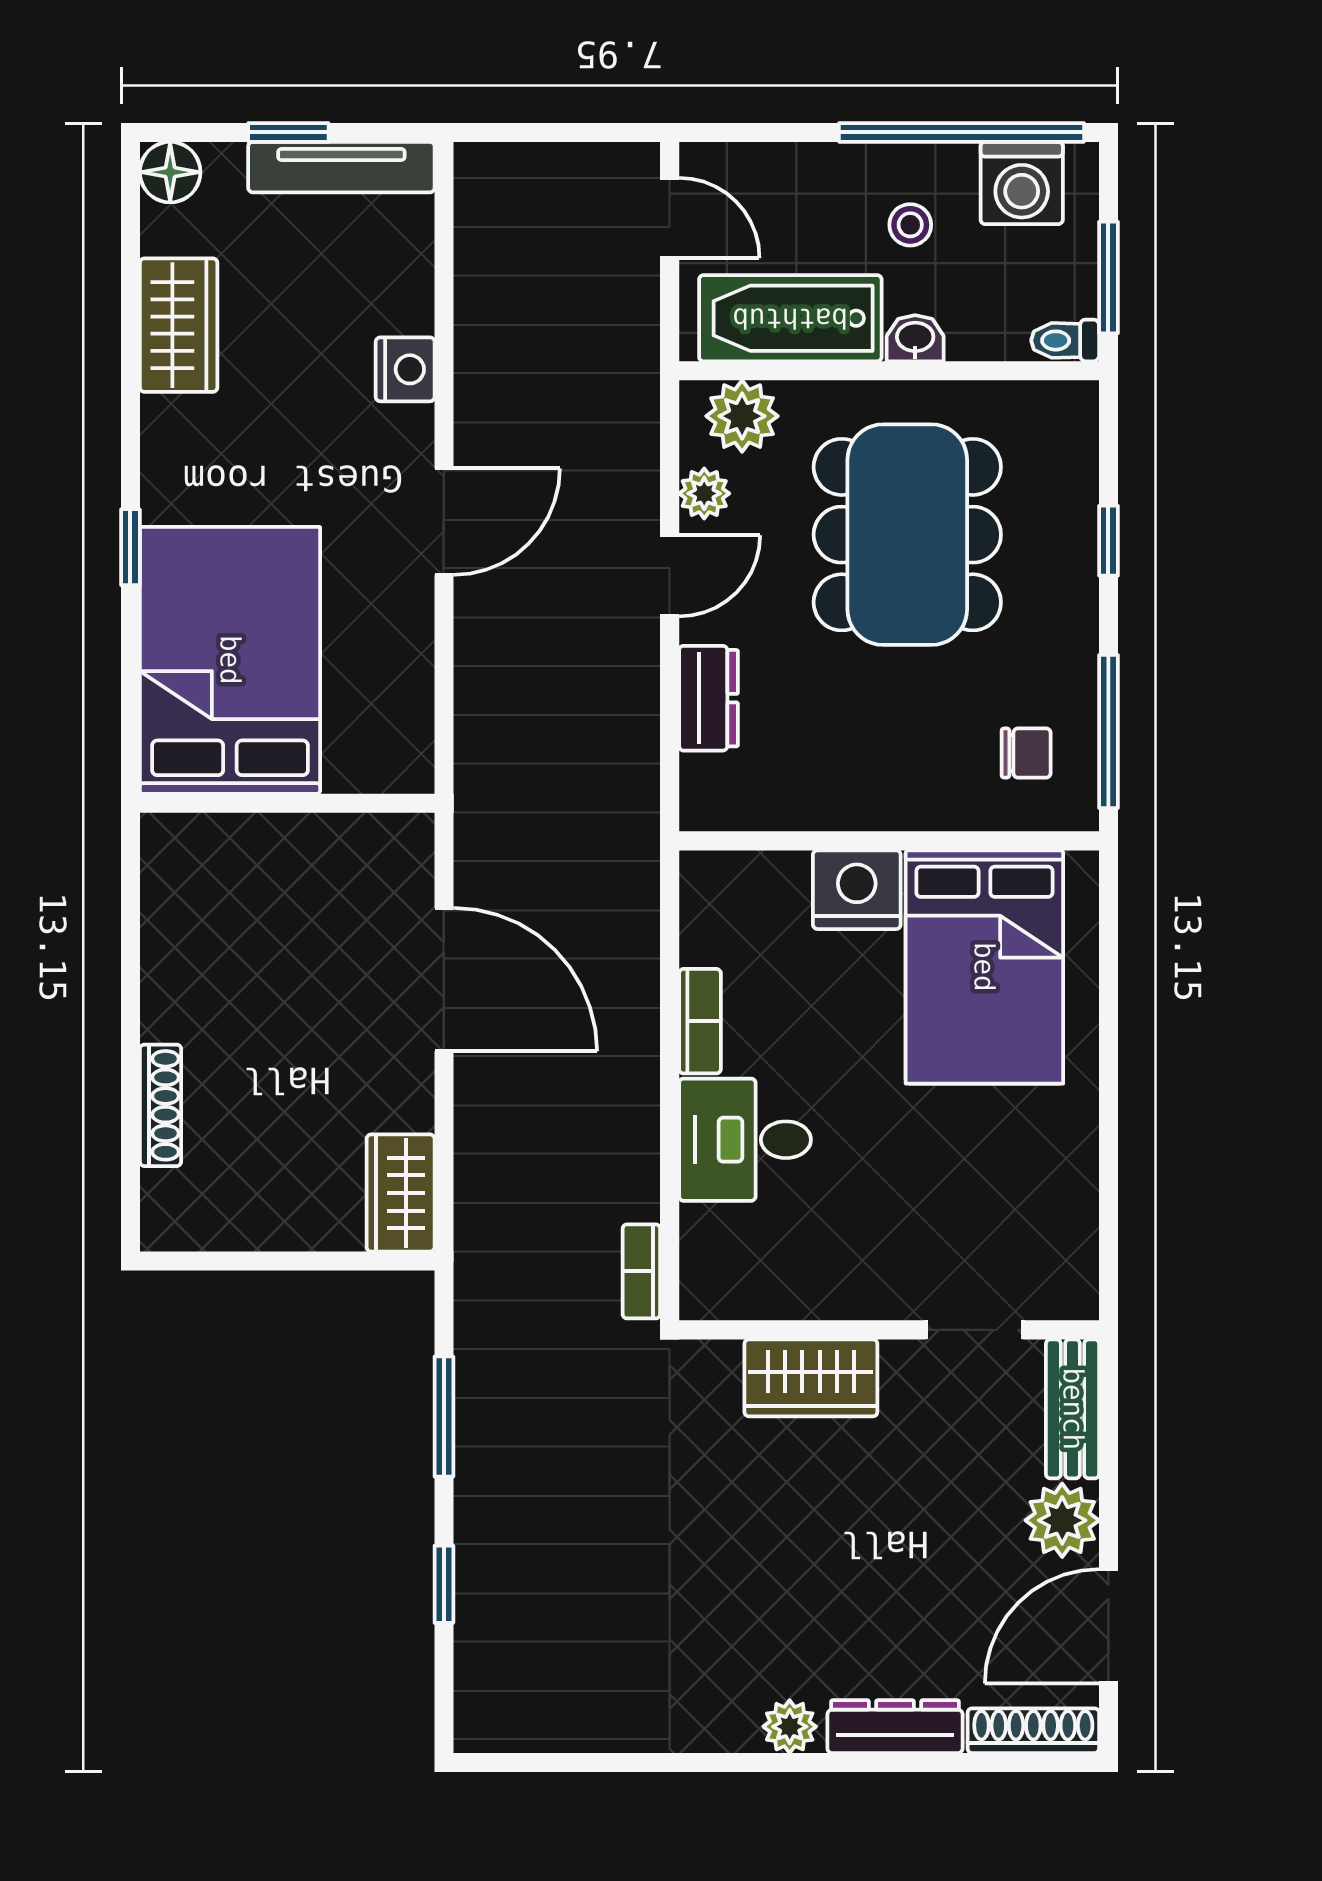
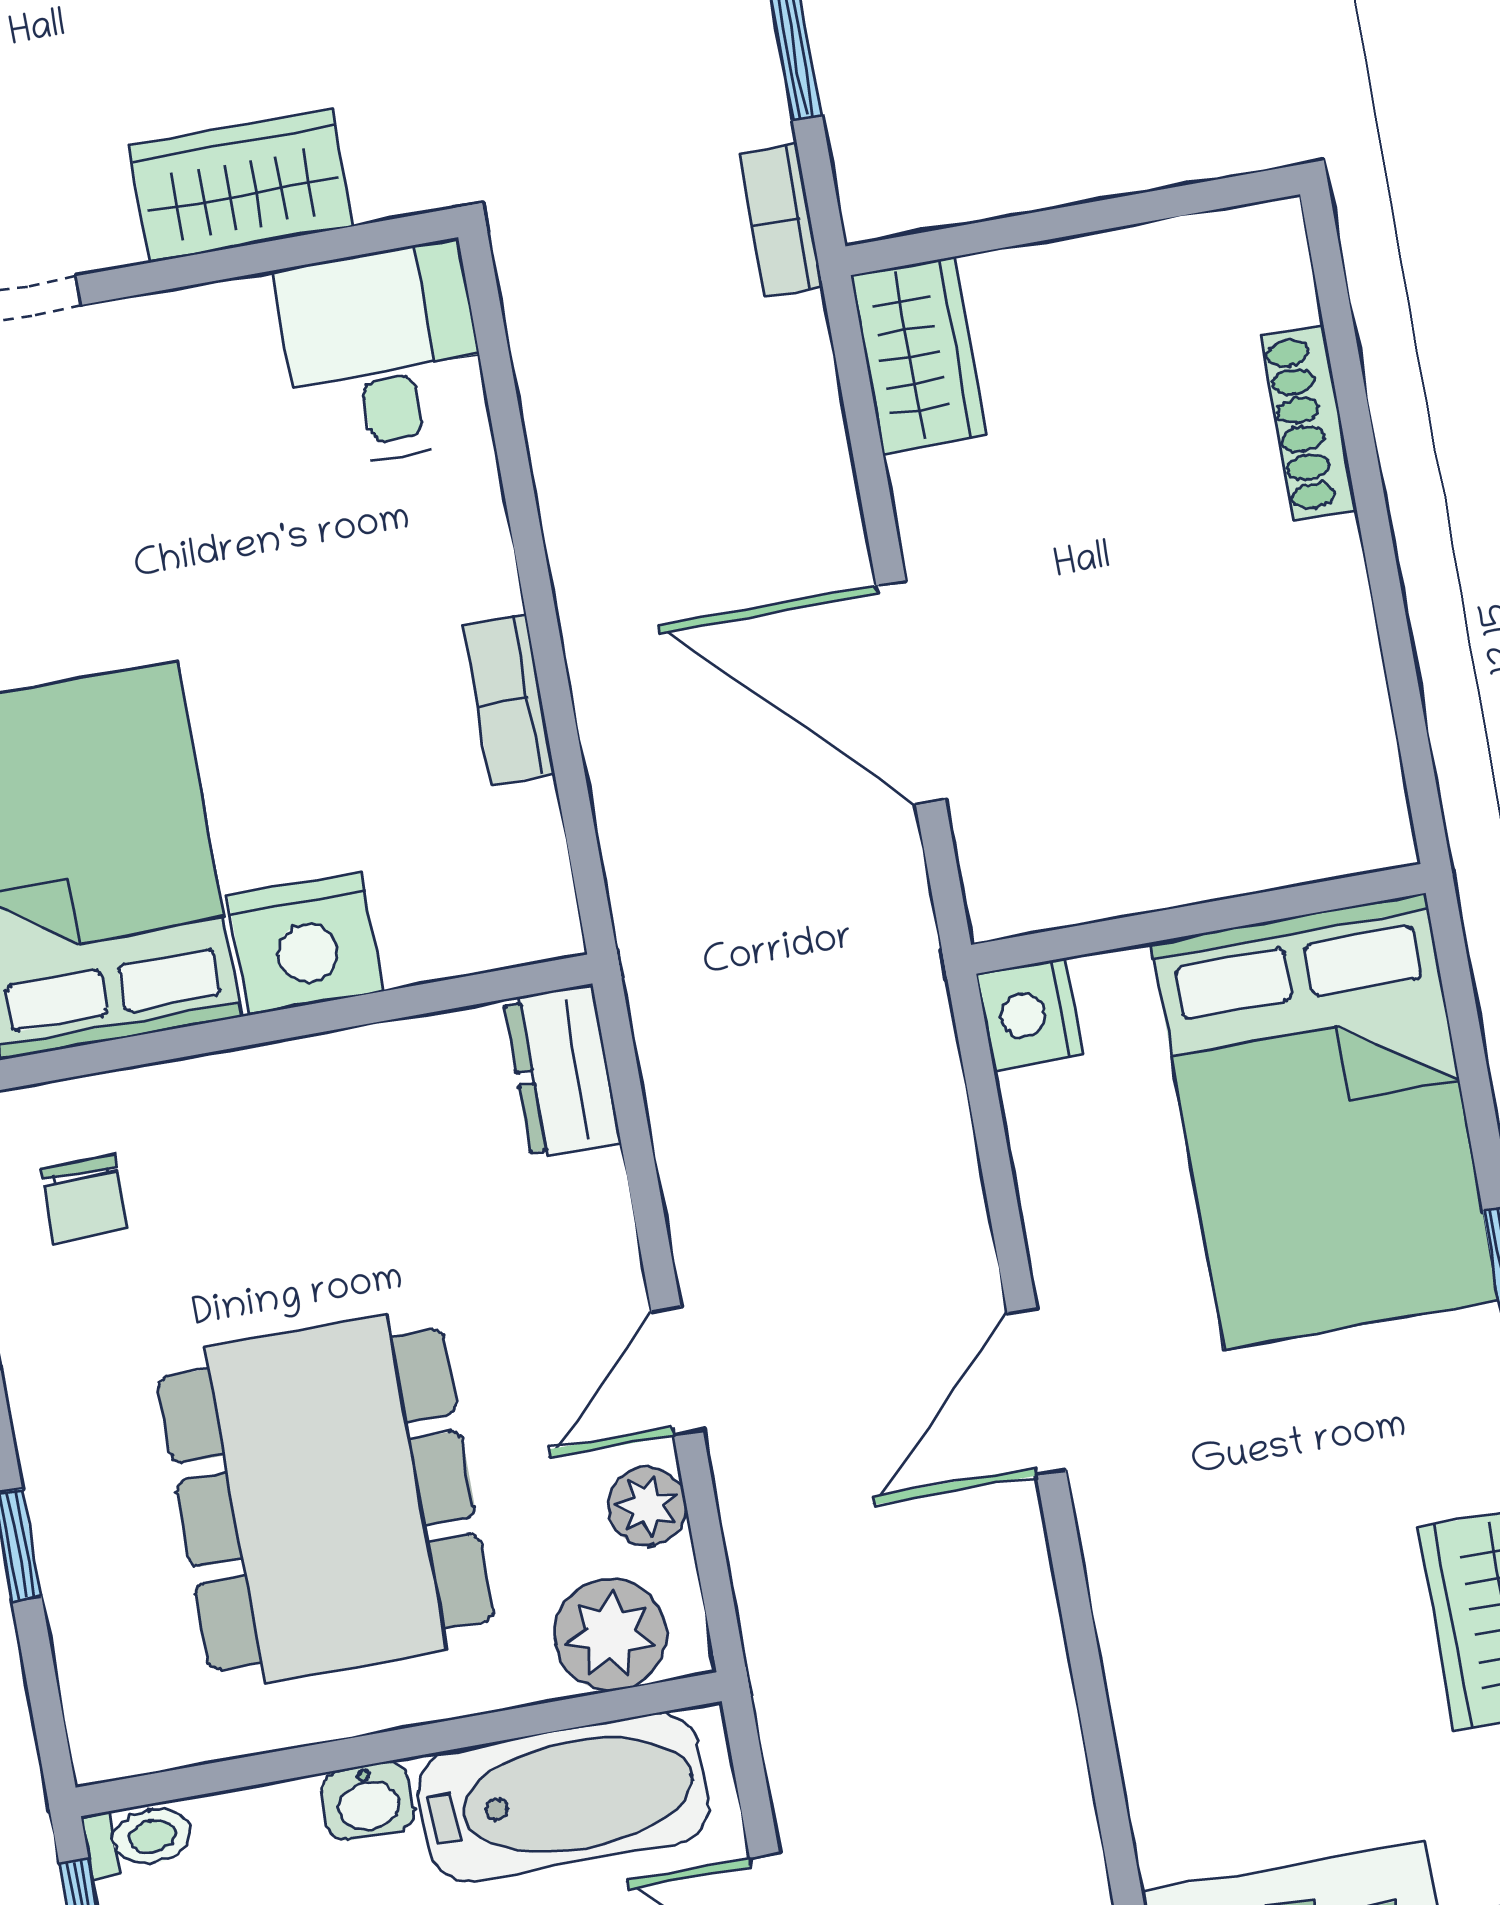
nightstand: (405, 369) -> (1030, 1014), moved
dresser: (708, 698) -> (562, 1071), moved
chair: (1026, 753) -> (85, 1198), turned -90
desk: (745, 1140) -> (383, 355), moved, turned -90
bookcase: (641, 1271) -> (781, 220), moved, turned 180

